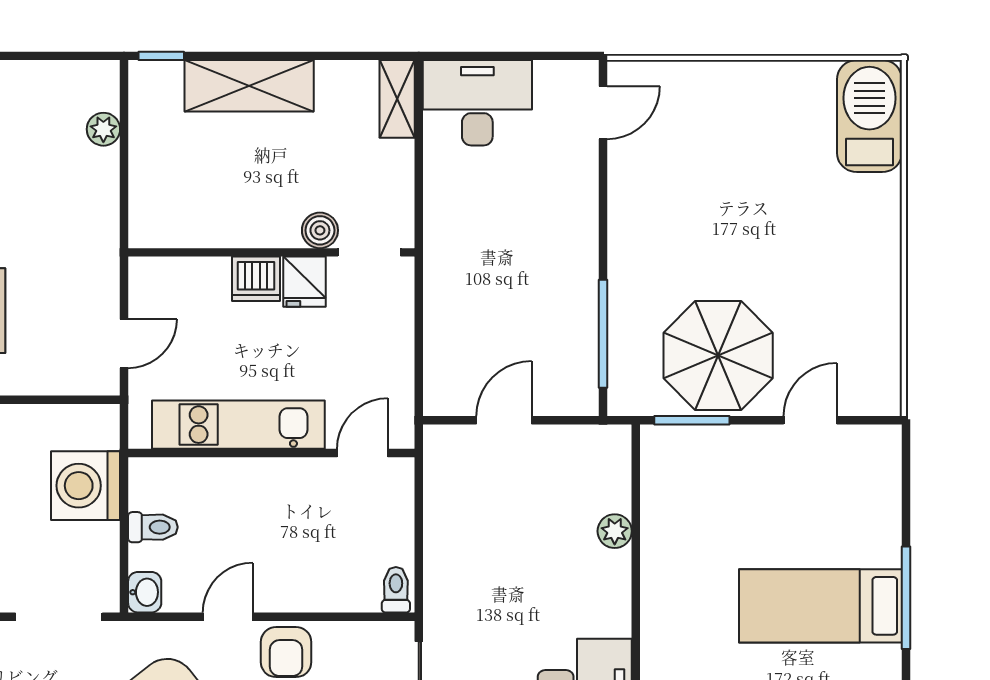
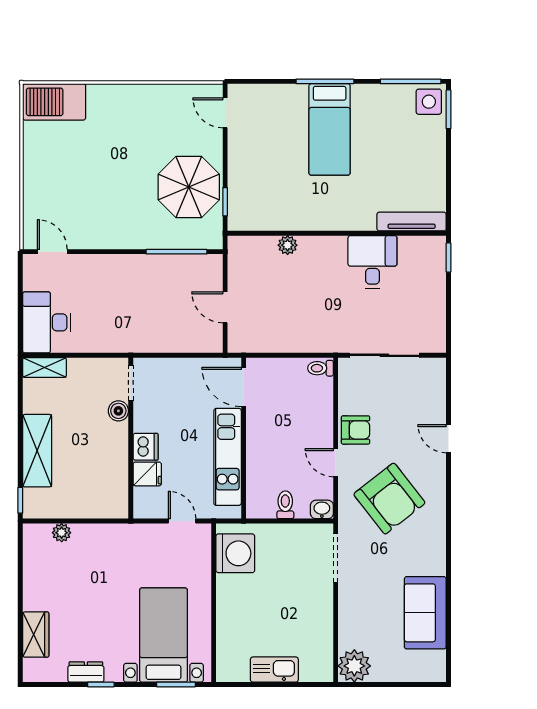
fridge: (304, 282) -> (147, 474), moved
window: (692, 420) -> (225, 202), width x0.67
door: (810, 420) -> (225, 113), moved
door: (362, 453) -> (244, 387), width x1.38
washing machine: (86, 486) -> (235, 553), moved, turned -90

